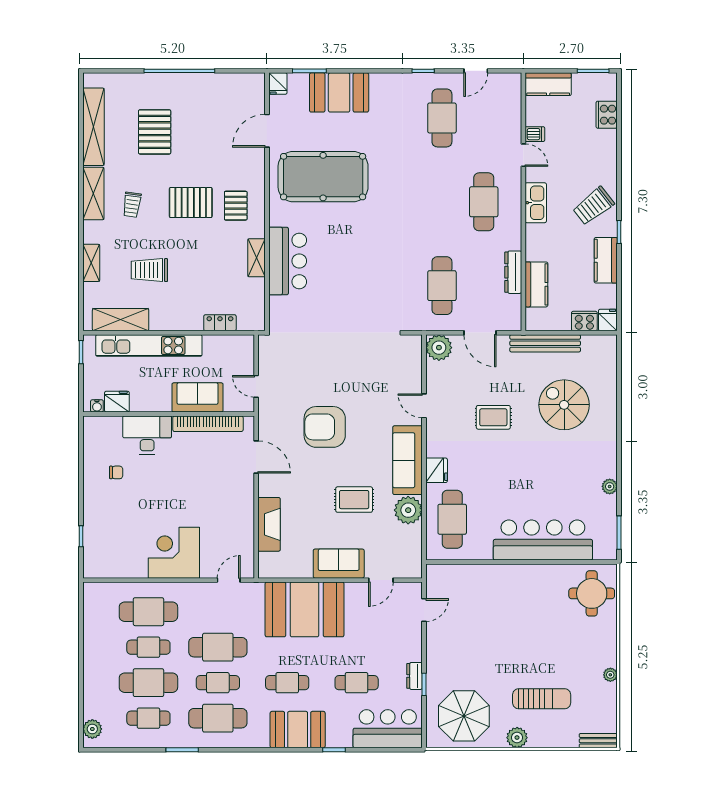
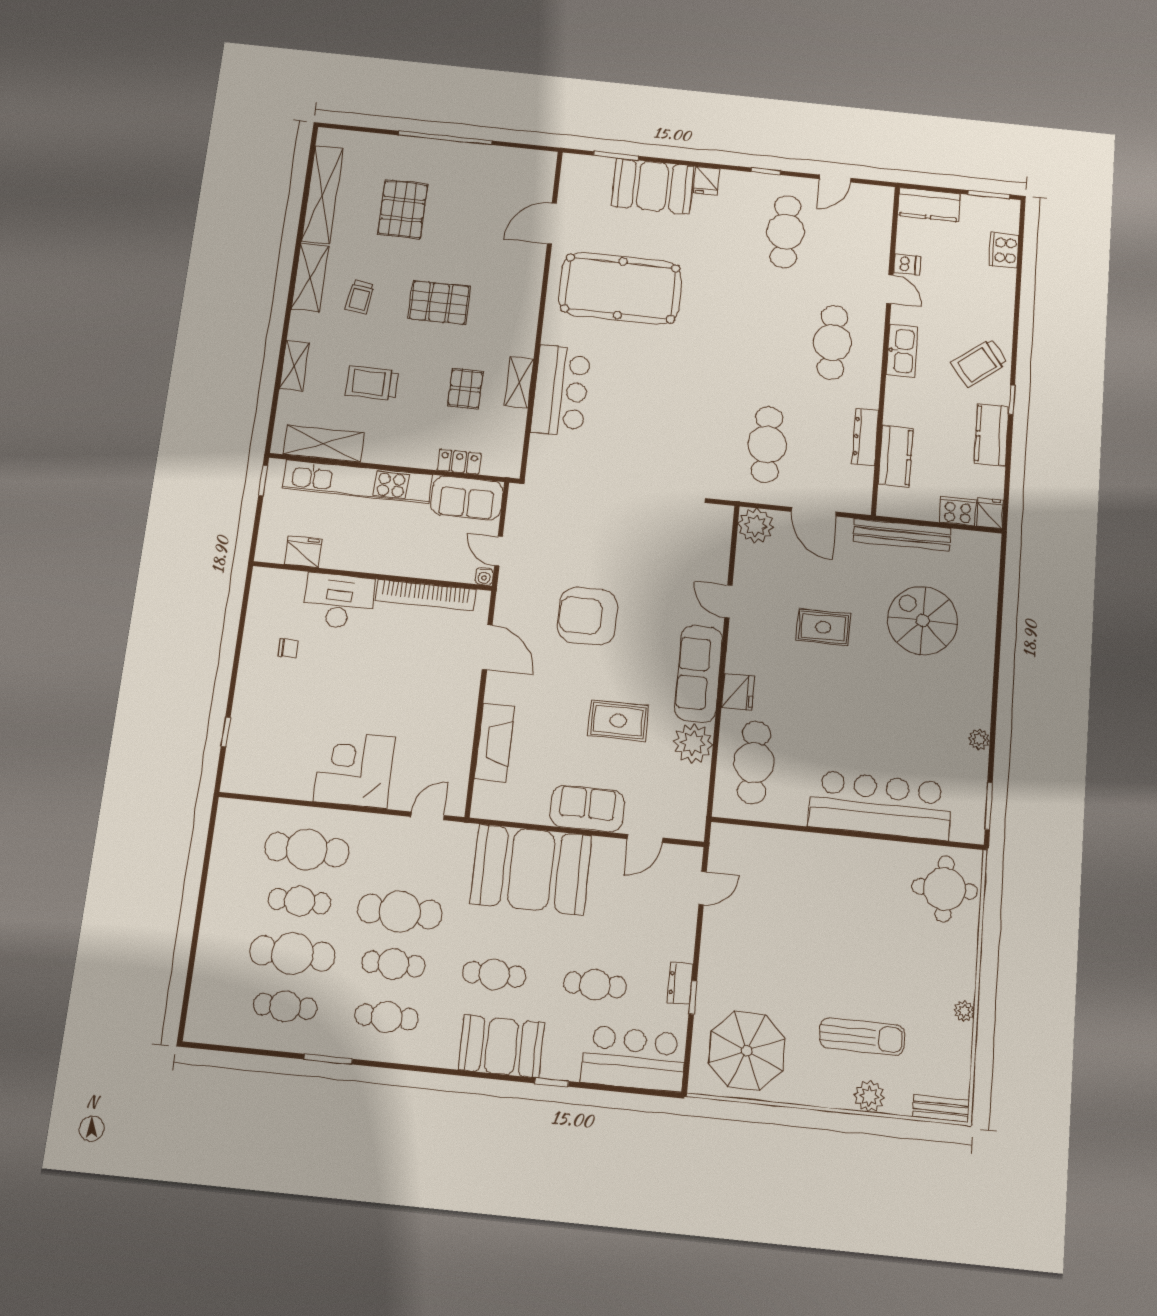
fridge: (278, 84) -> (706, 181), moved
pallet: (236, 206) -> (465, 389), moved
sofa: (198, 397) -> (467, 498), moved, turned 180
water cooler: (97, 406) -> (484, 576), moved
cafe table: (218, 718) -> (387, 1017), width x0.73, depth x0.74
plant: (92, 729) -> (201, 1014), removed
plant: (517, 738) -> (869, 1096), moved

